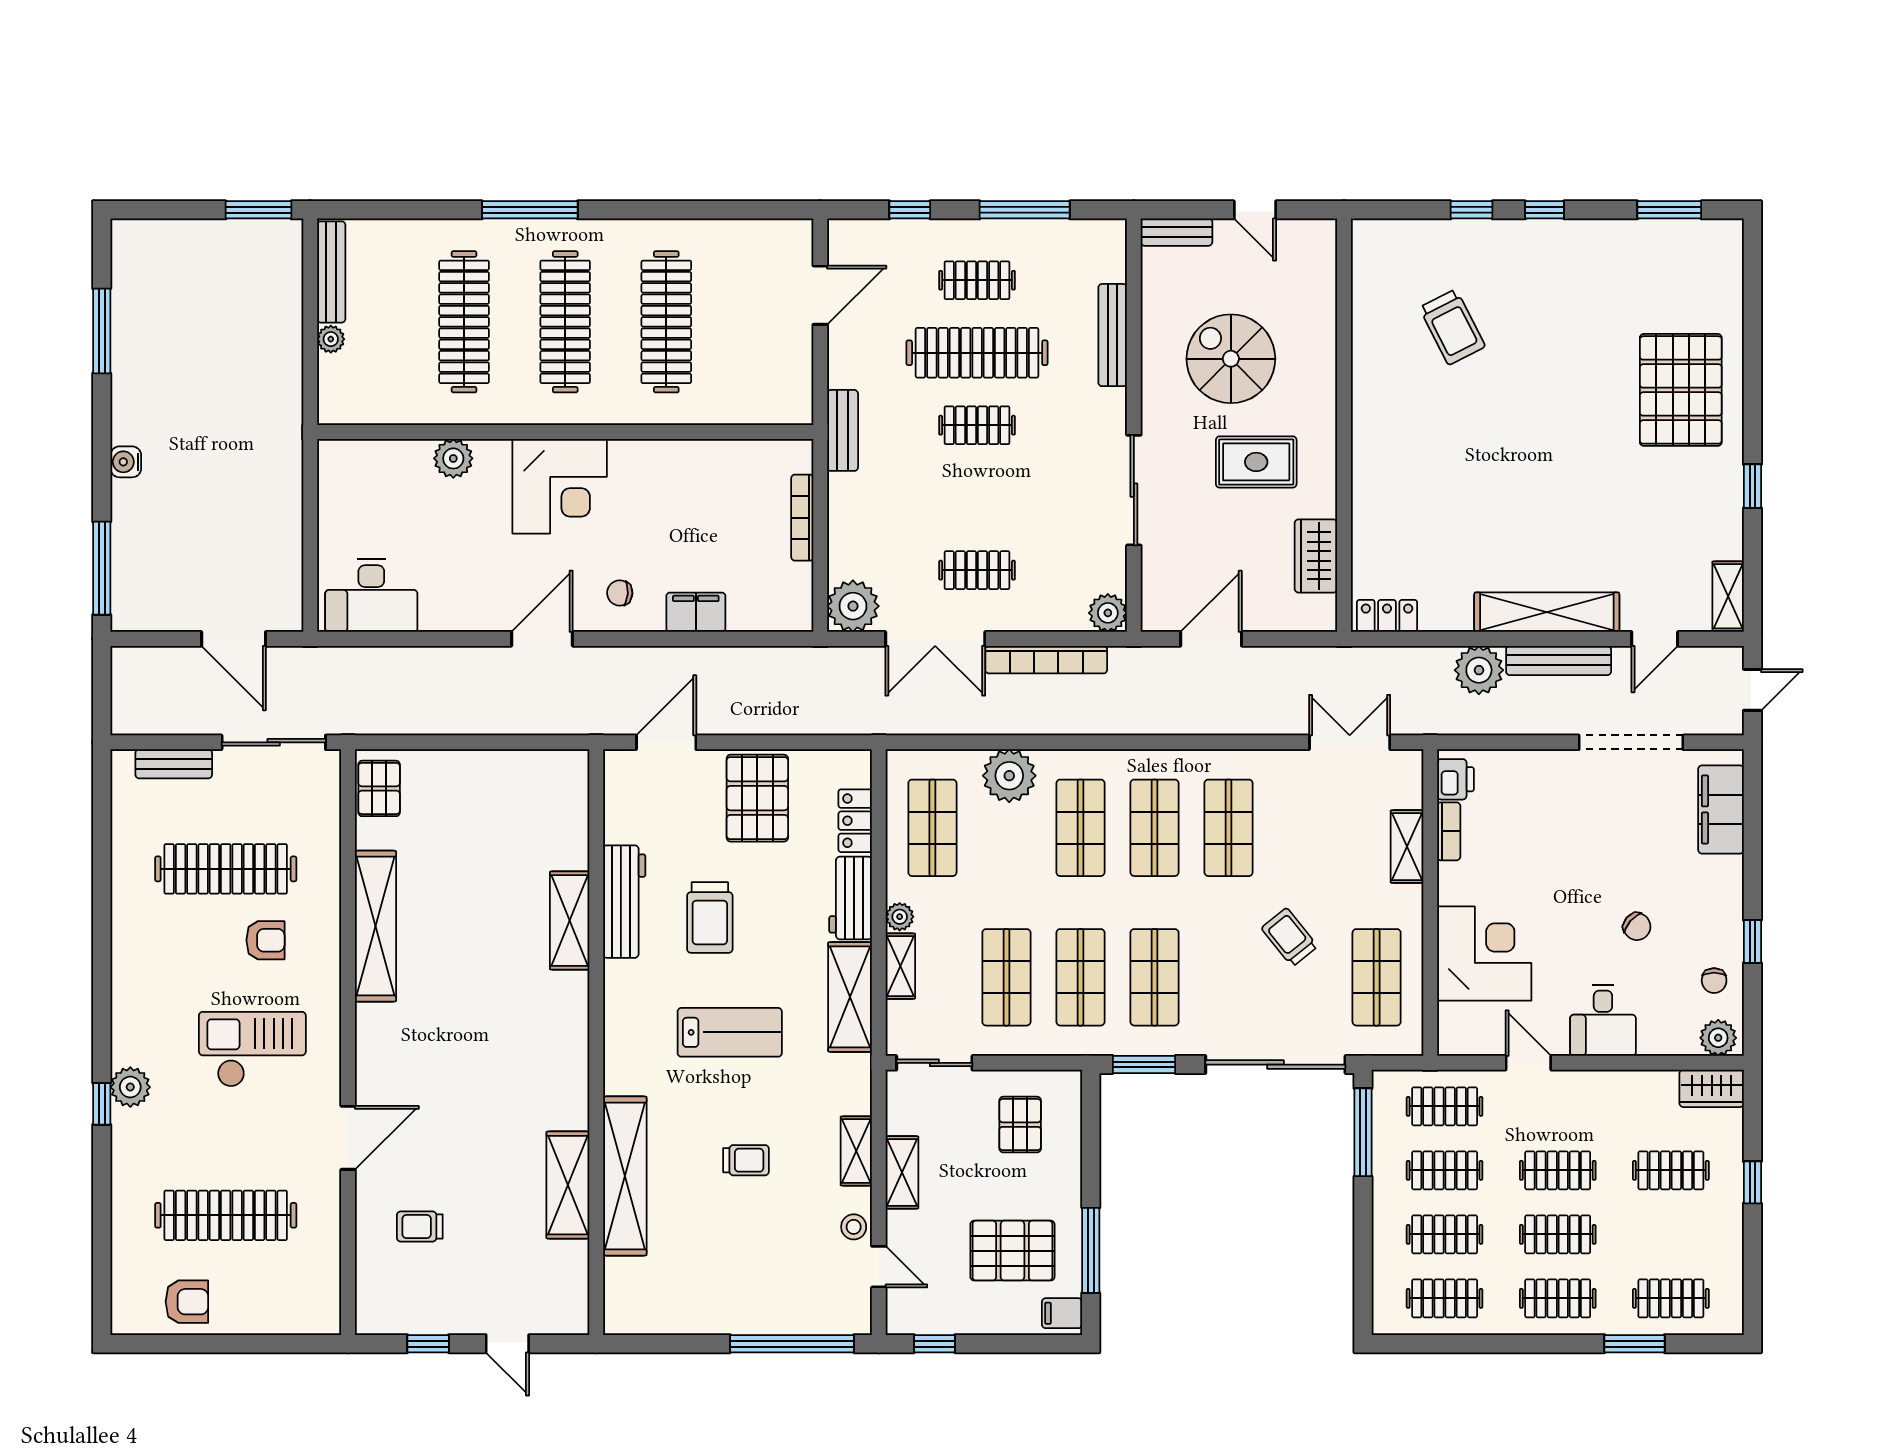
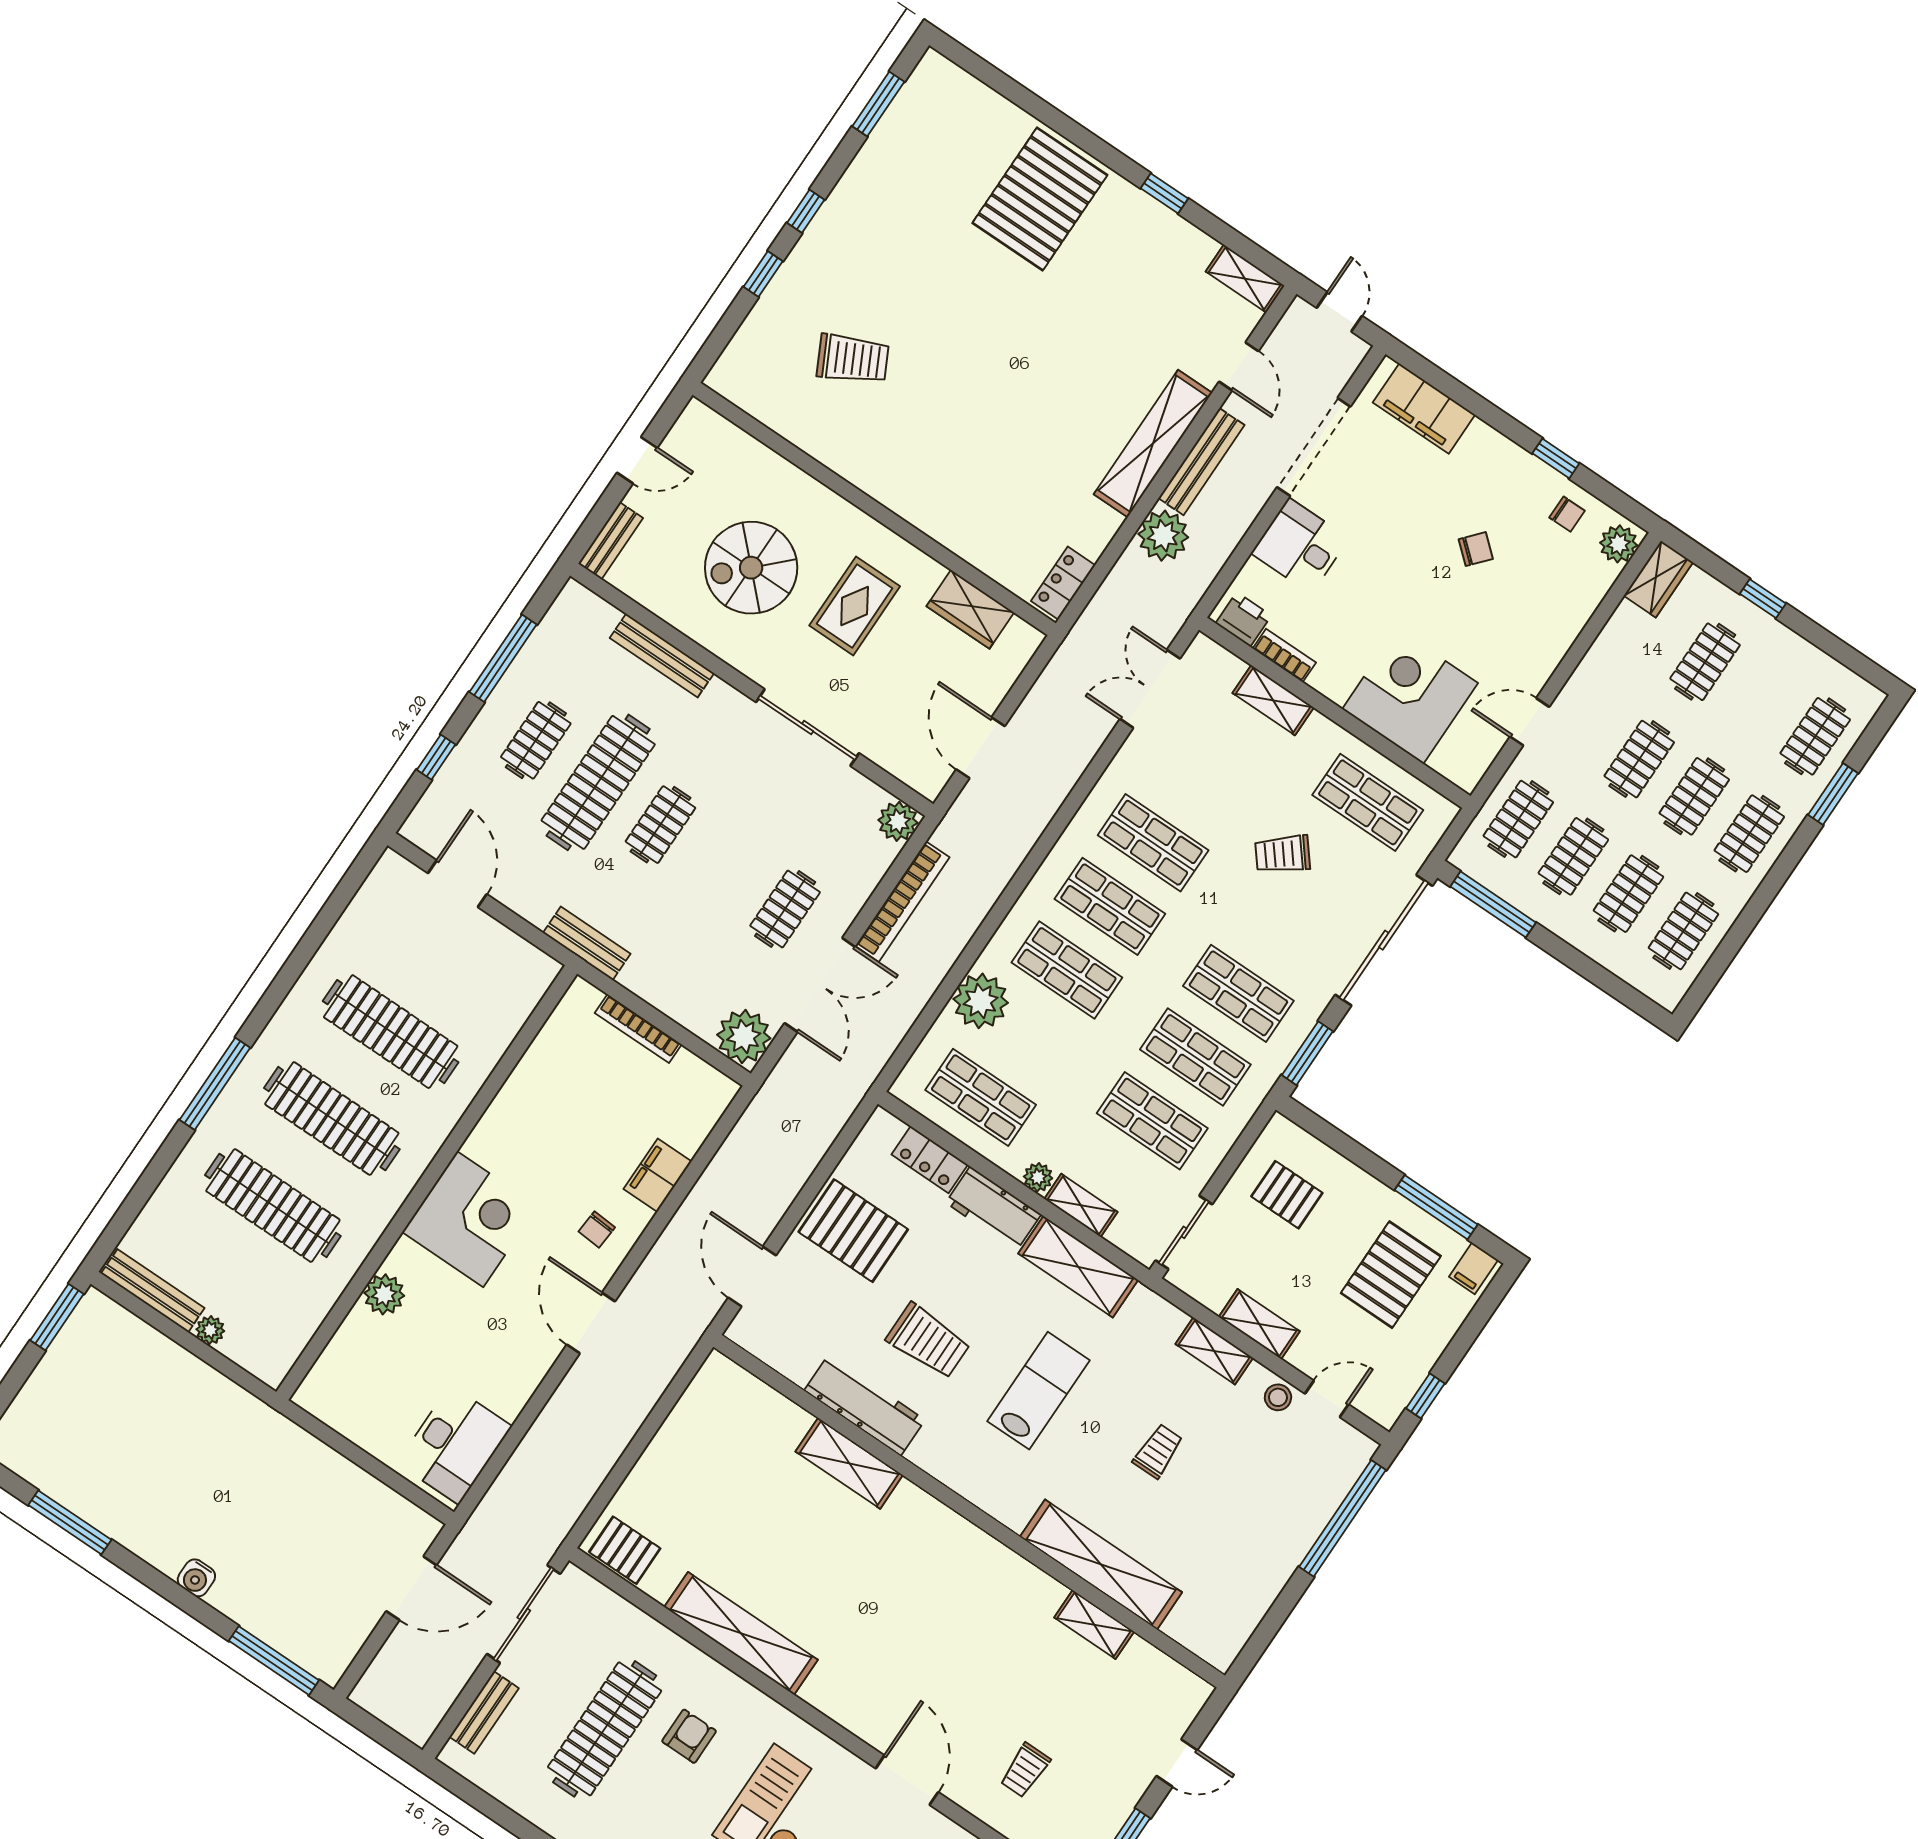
pallet: (1681, 390) -> (1040, 199), turned 90
desk: (1603, 1020) -> (1300, 546), moved, turned 180
shelving: (568, 1185) -> (1094, 1625), width x0.67, depth x0.75

